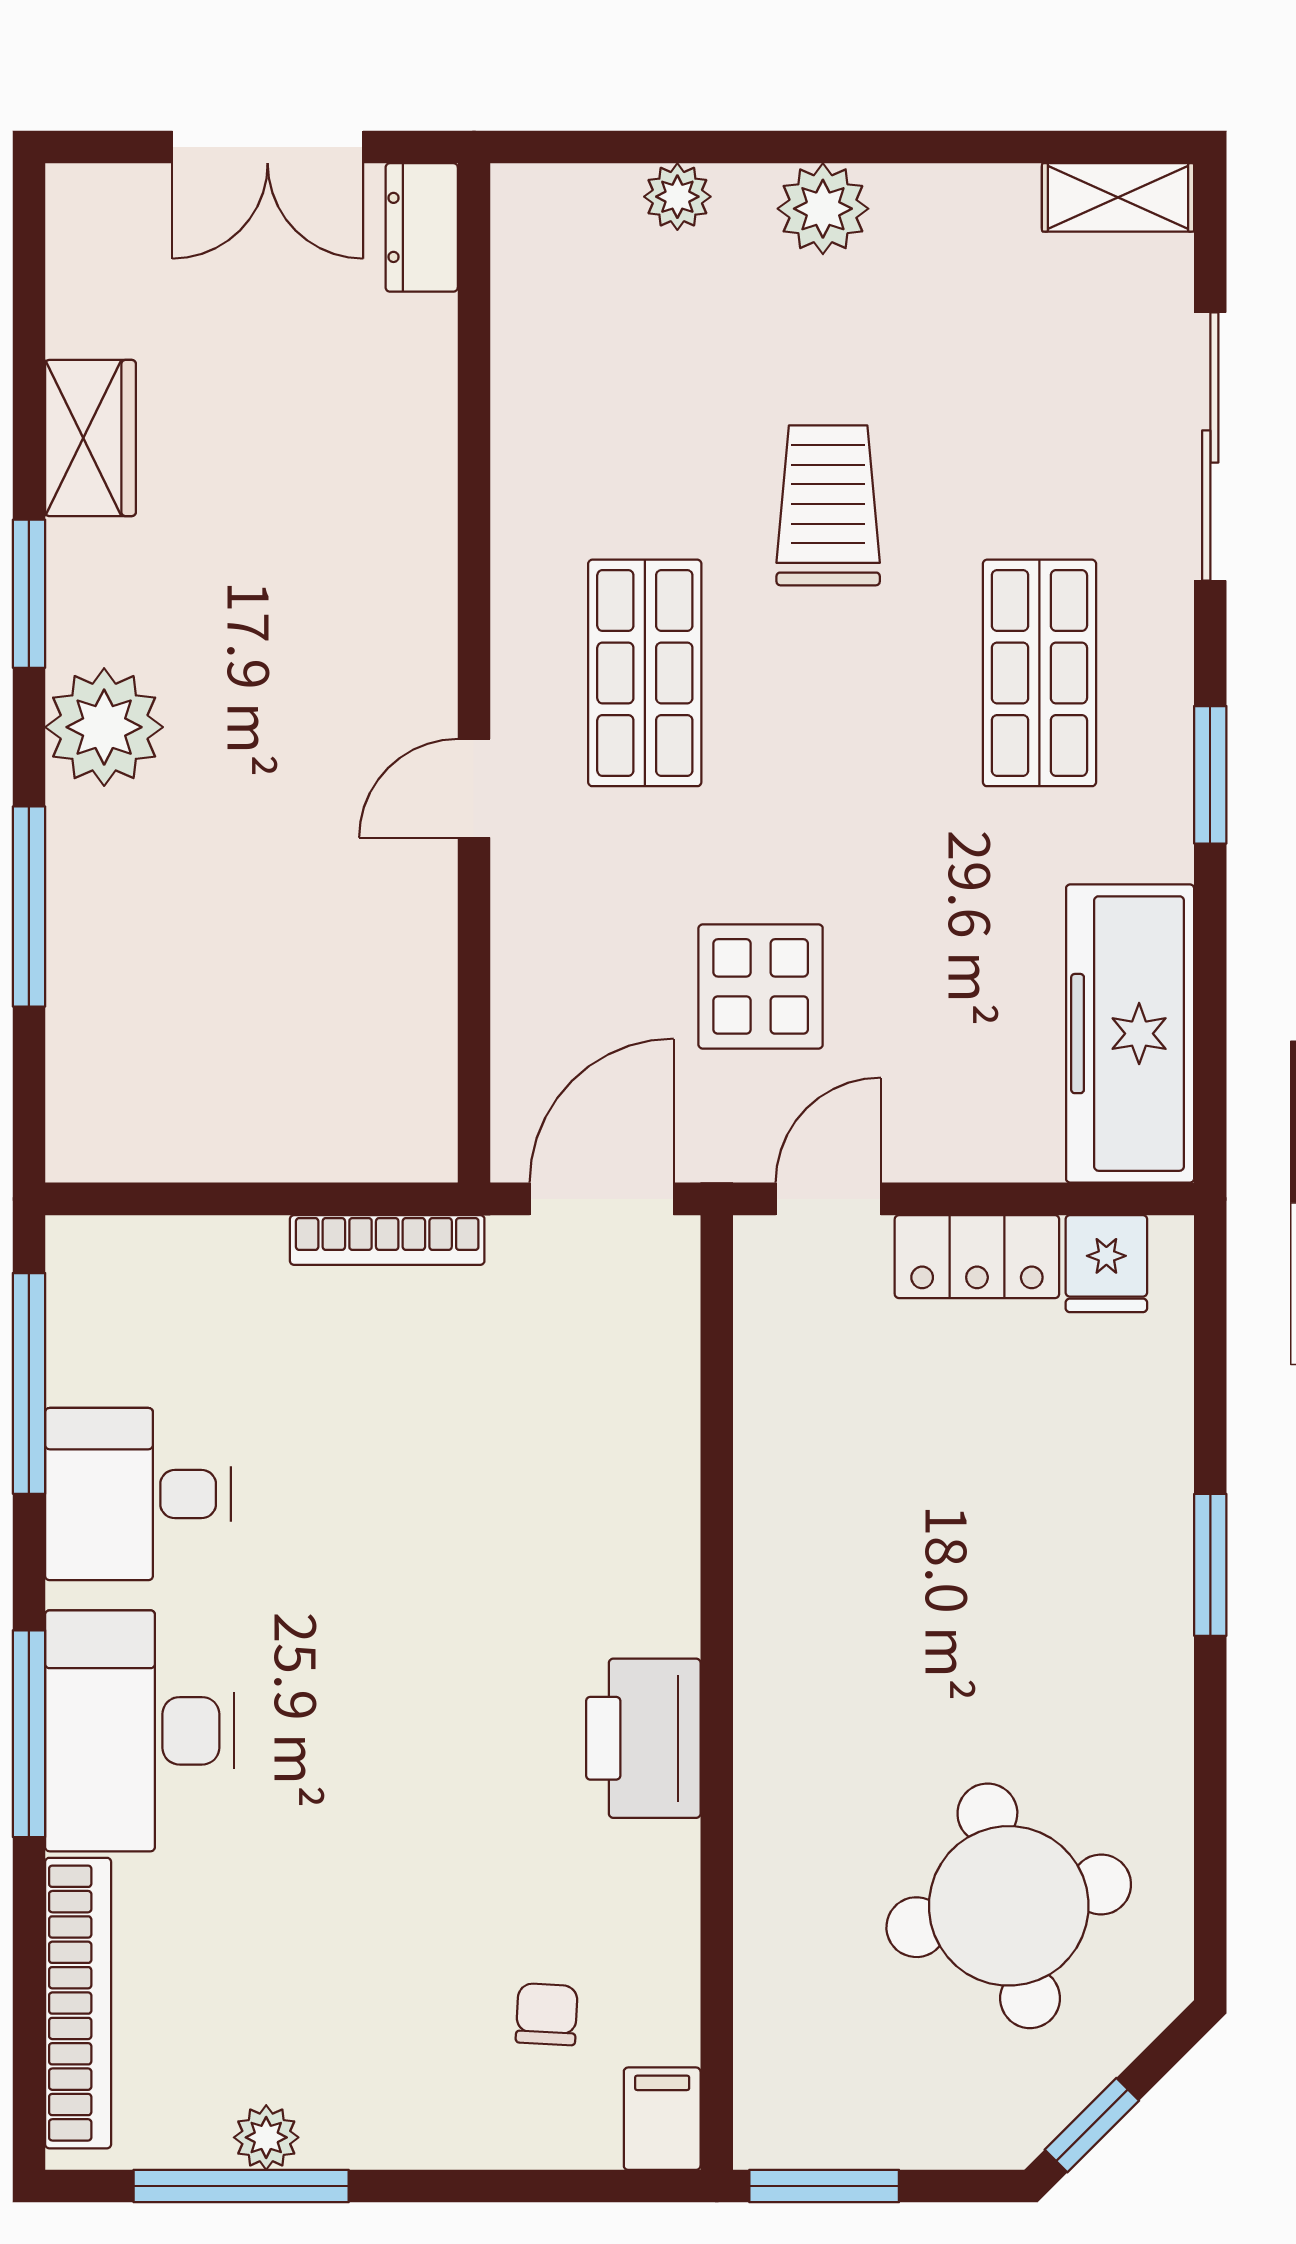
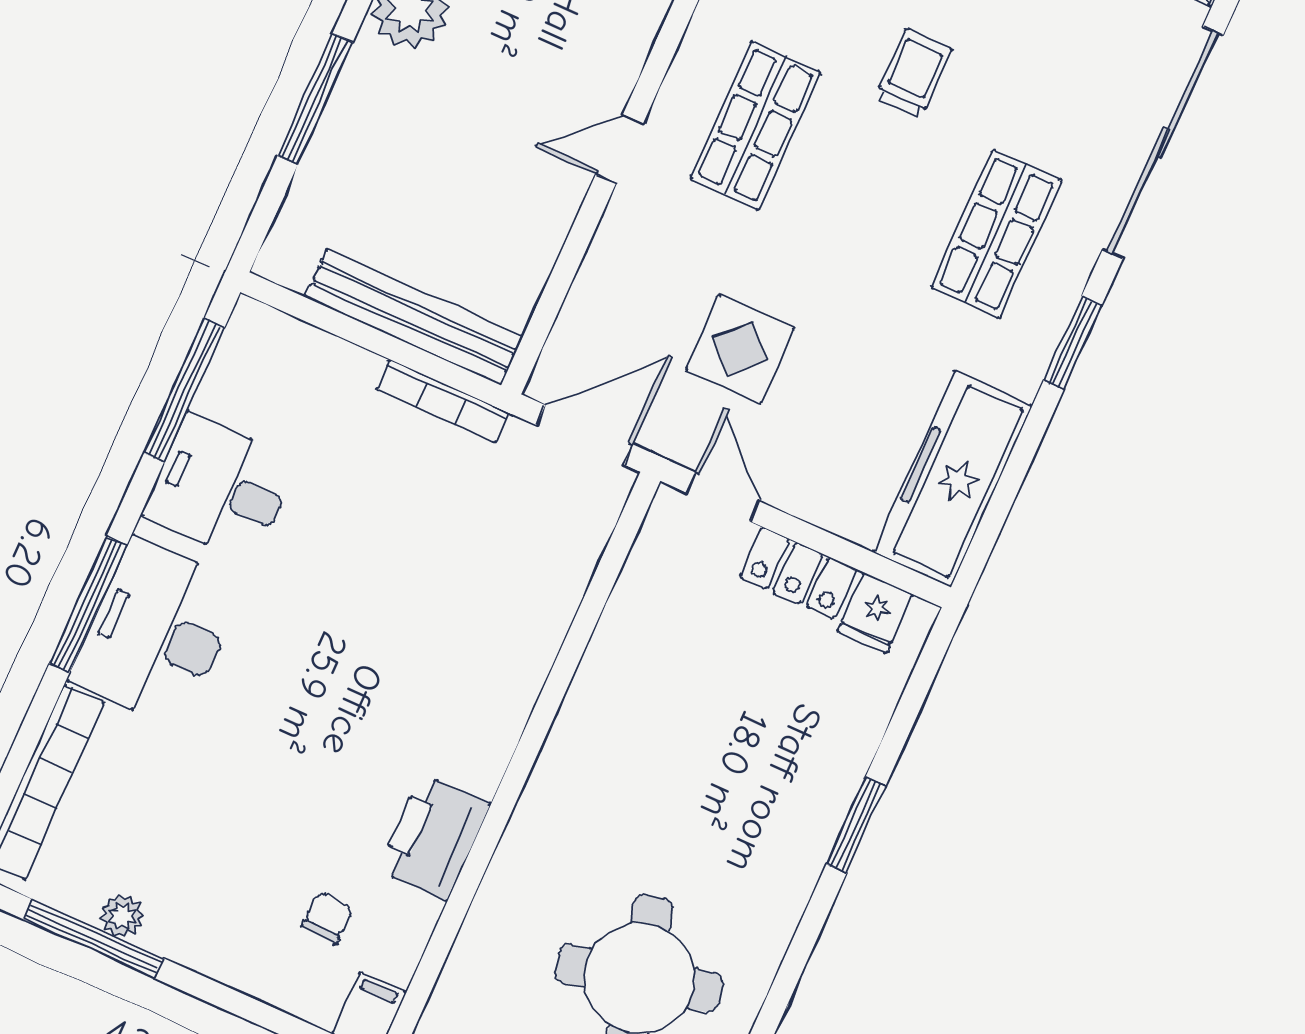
sliding door: (1210, 446) -> (1163, 142), width x1.36
trolley: (828, 505) -> (913, 73), width x0.73, depth x0.72
bench: (297, 1143) -> (414, 317), added
door: (828, 1199) -> (723, 497), hinge flipped
printer: (643, 1738) -> (434, 837), moved

